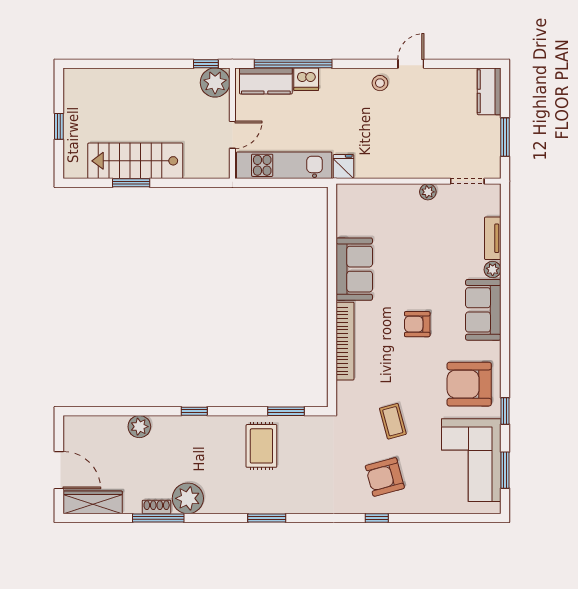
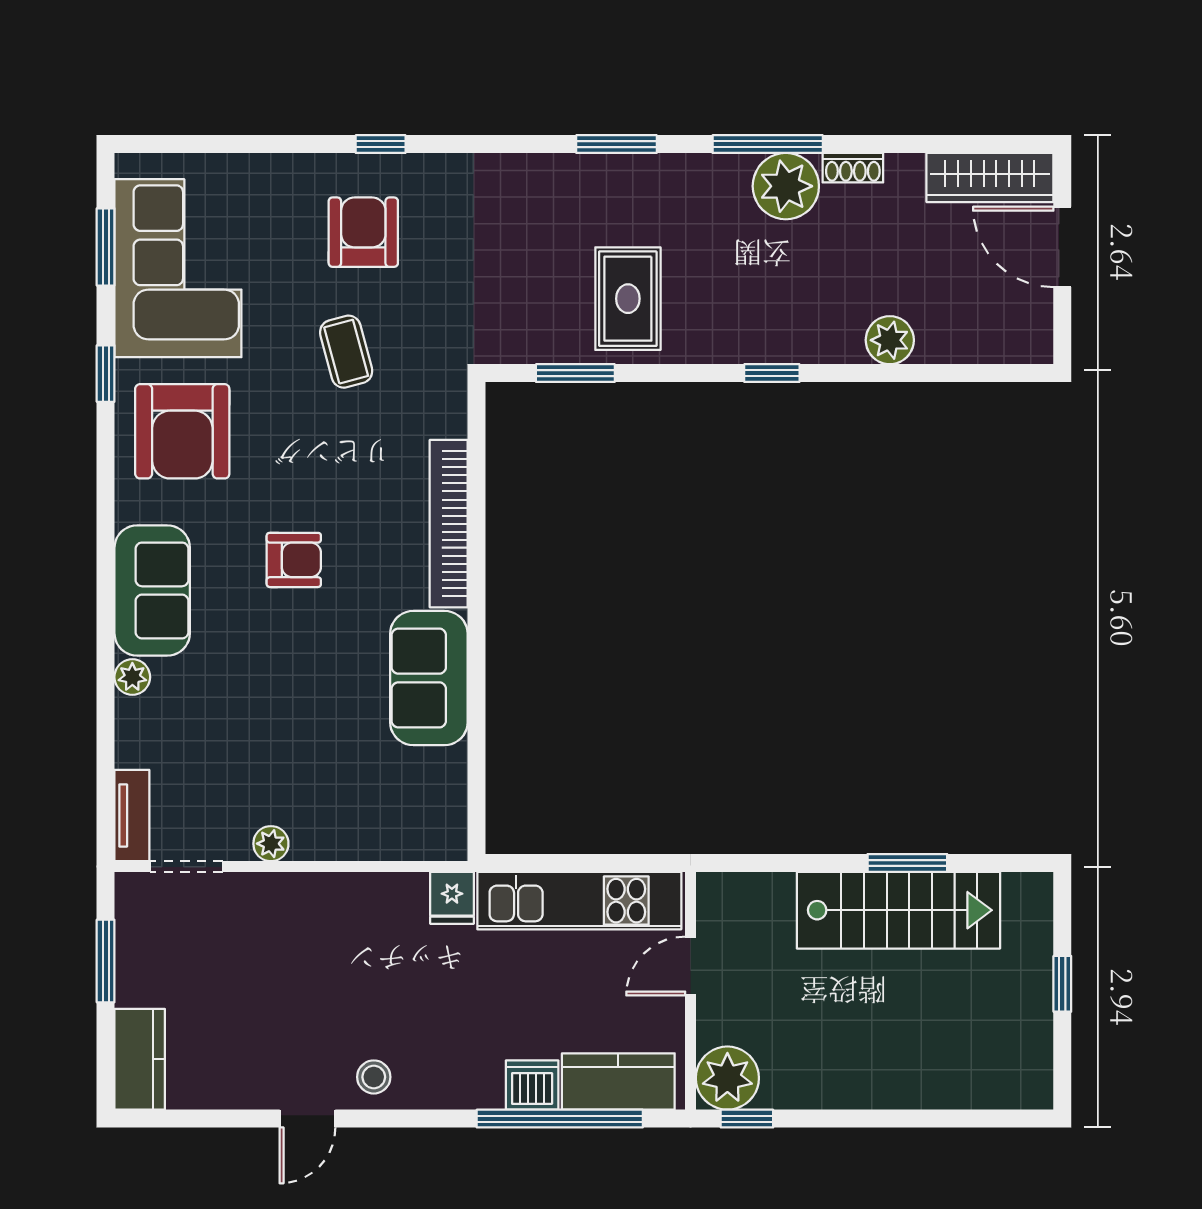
tv unit: (493, 238) -> (132, 816), moved
armchair: (469, 384) -> (182, 431), turned 90
armchair: (385, 477) -> (363, 232), turned -75
window: (158, 518) -> (768, 144), moved

